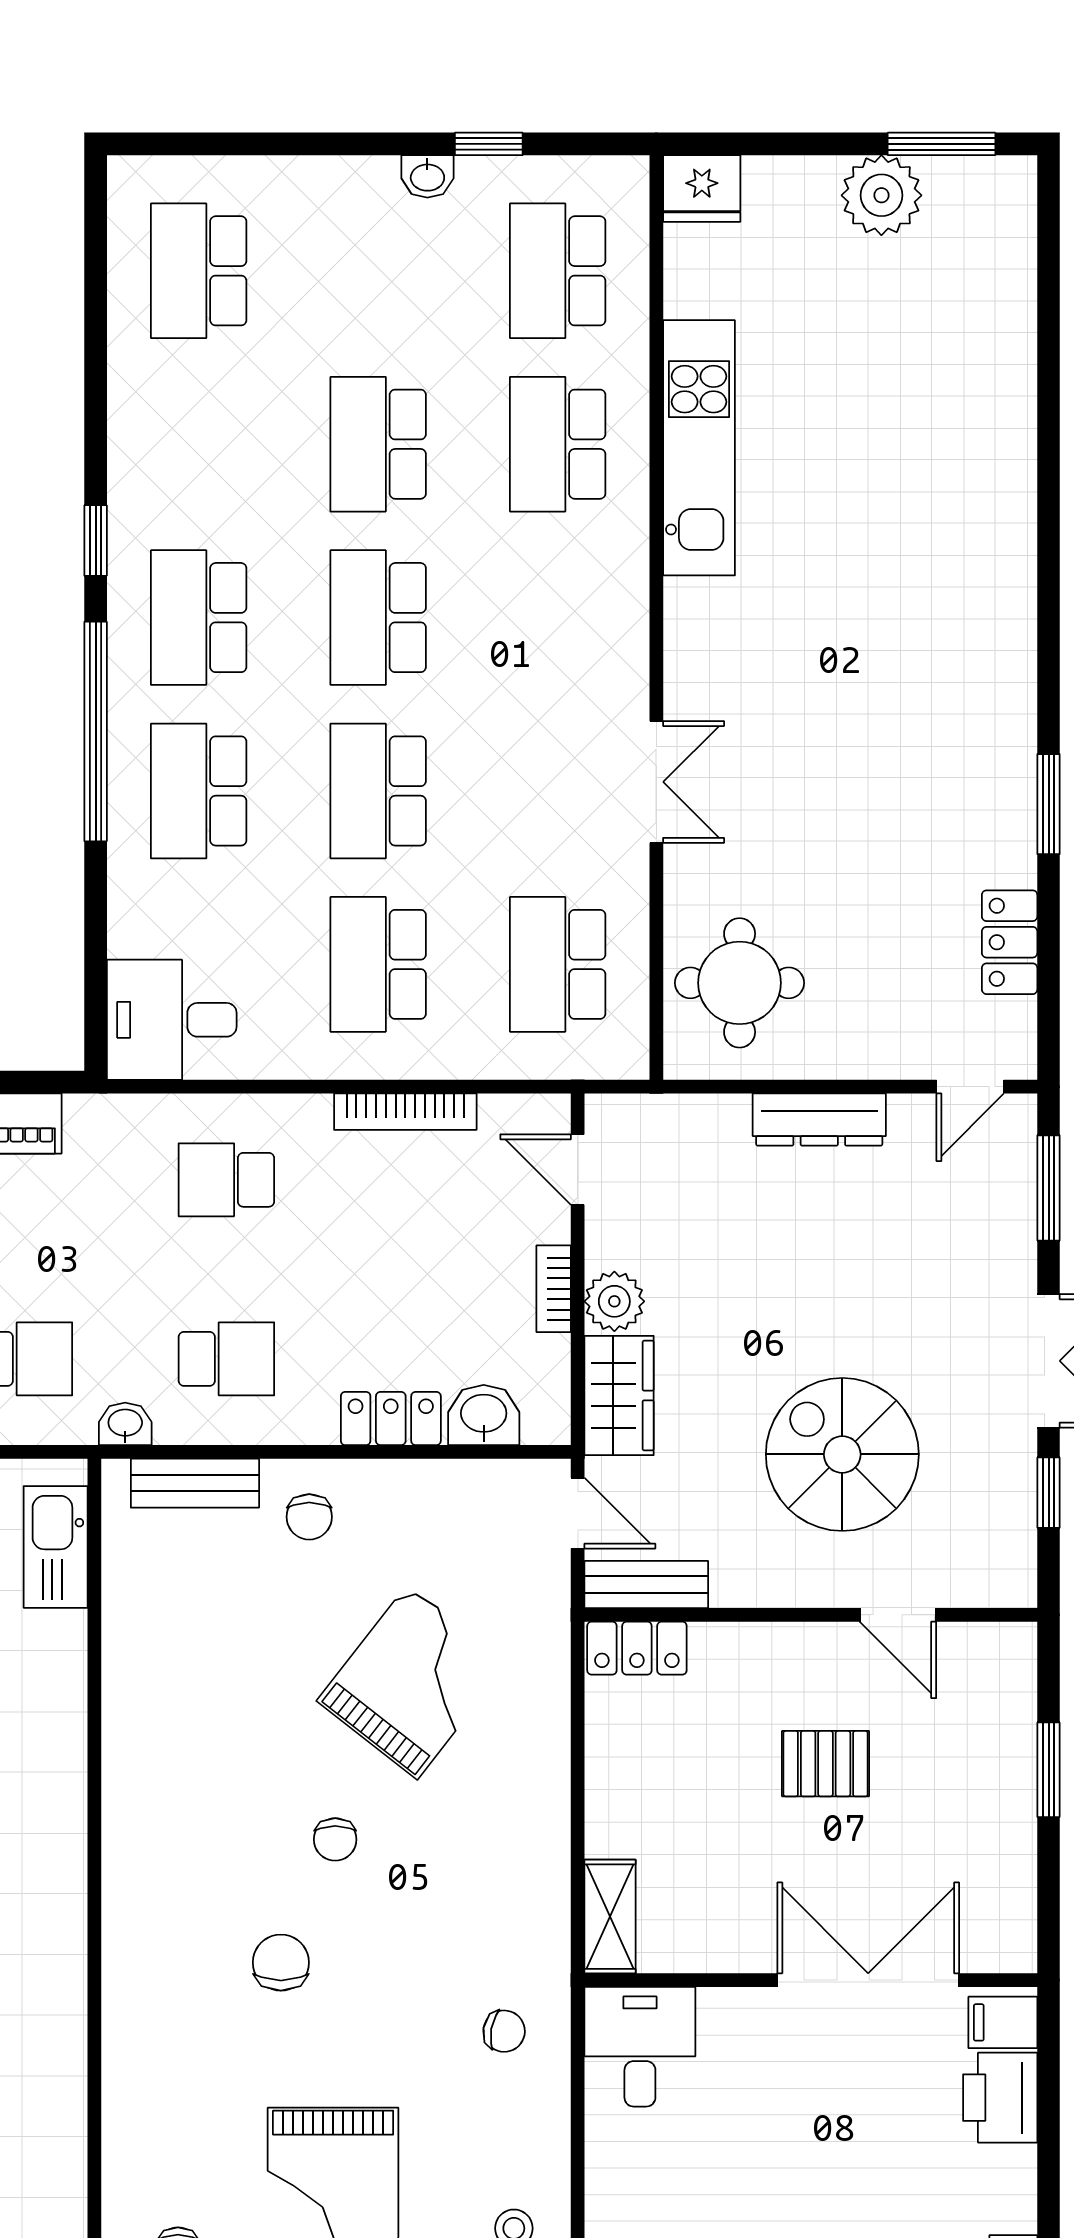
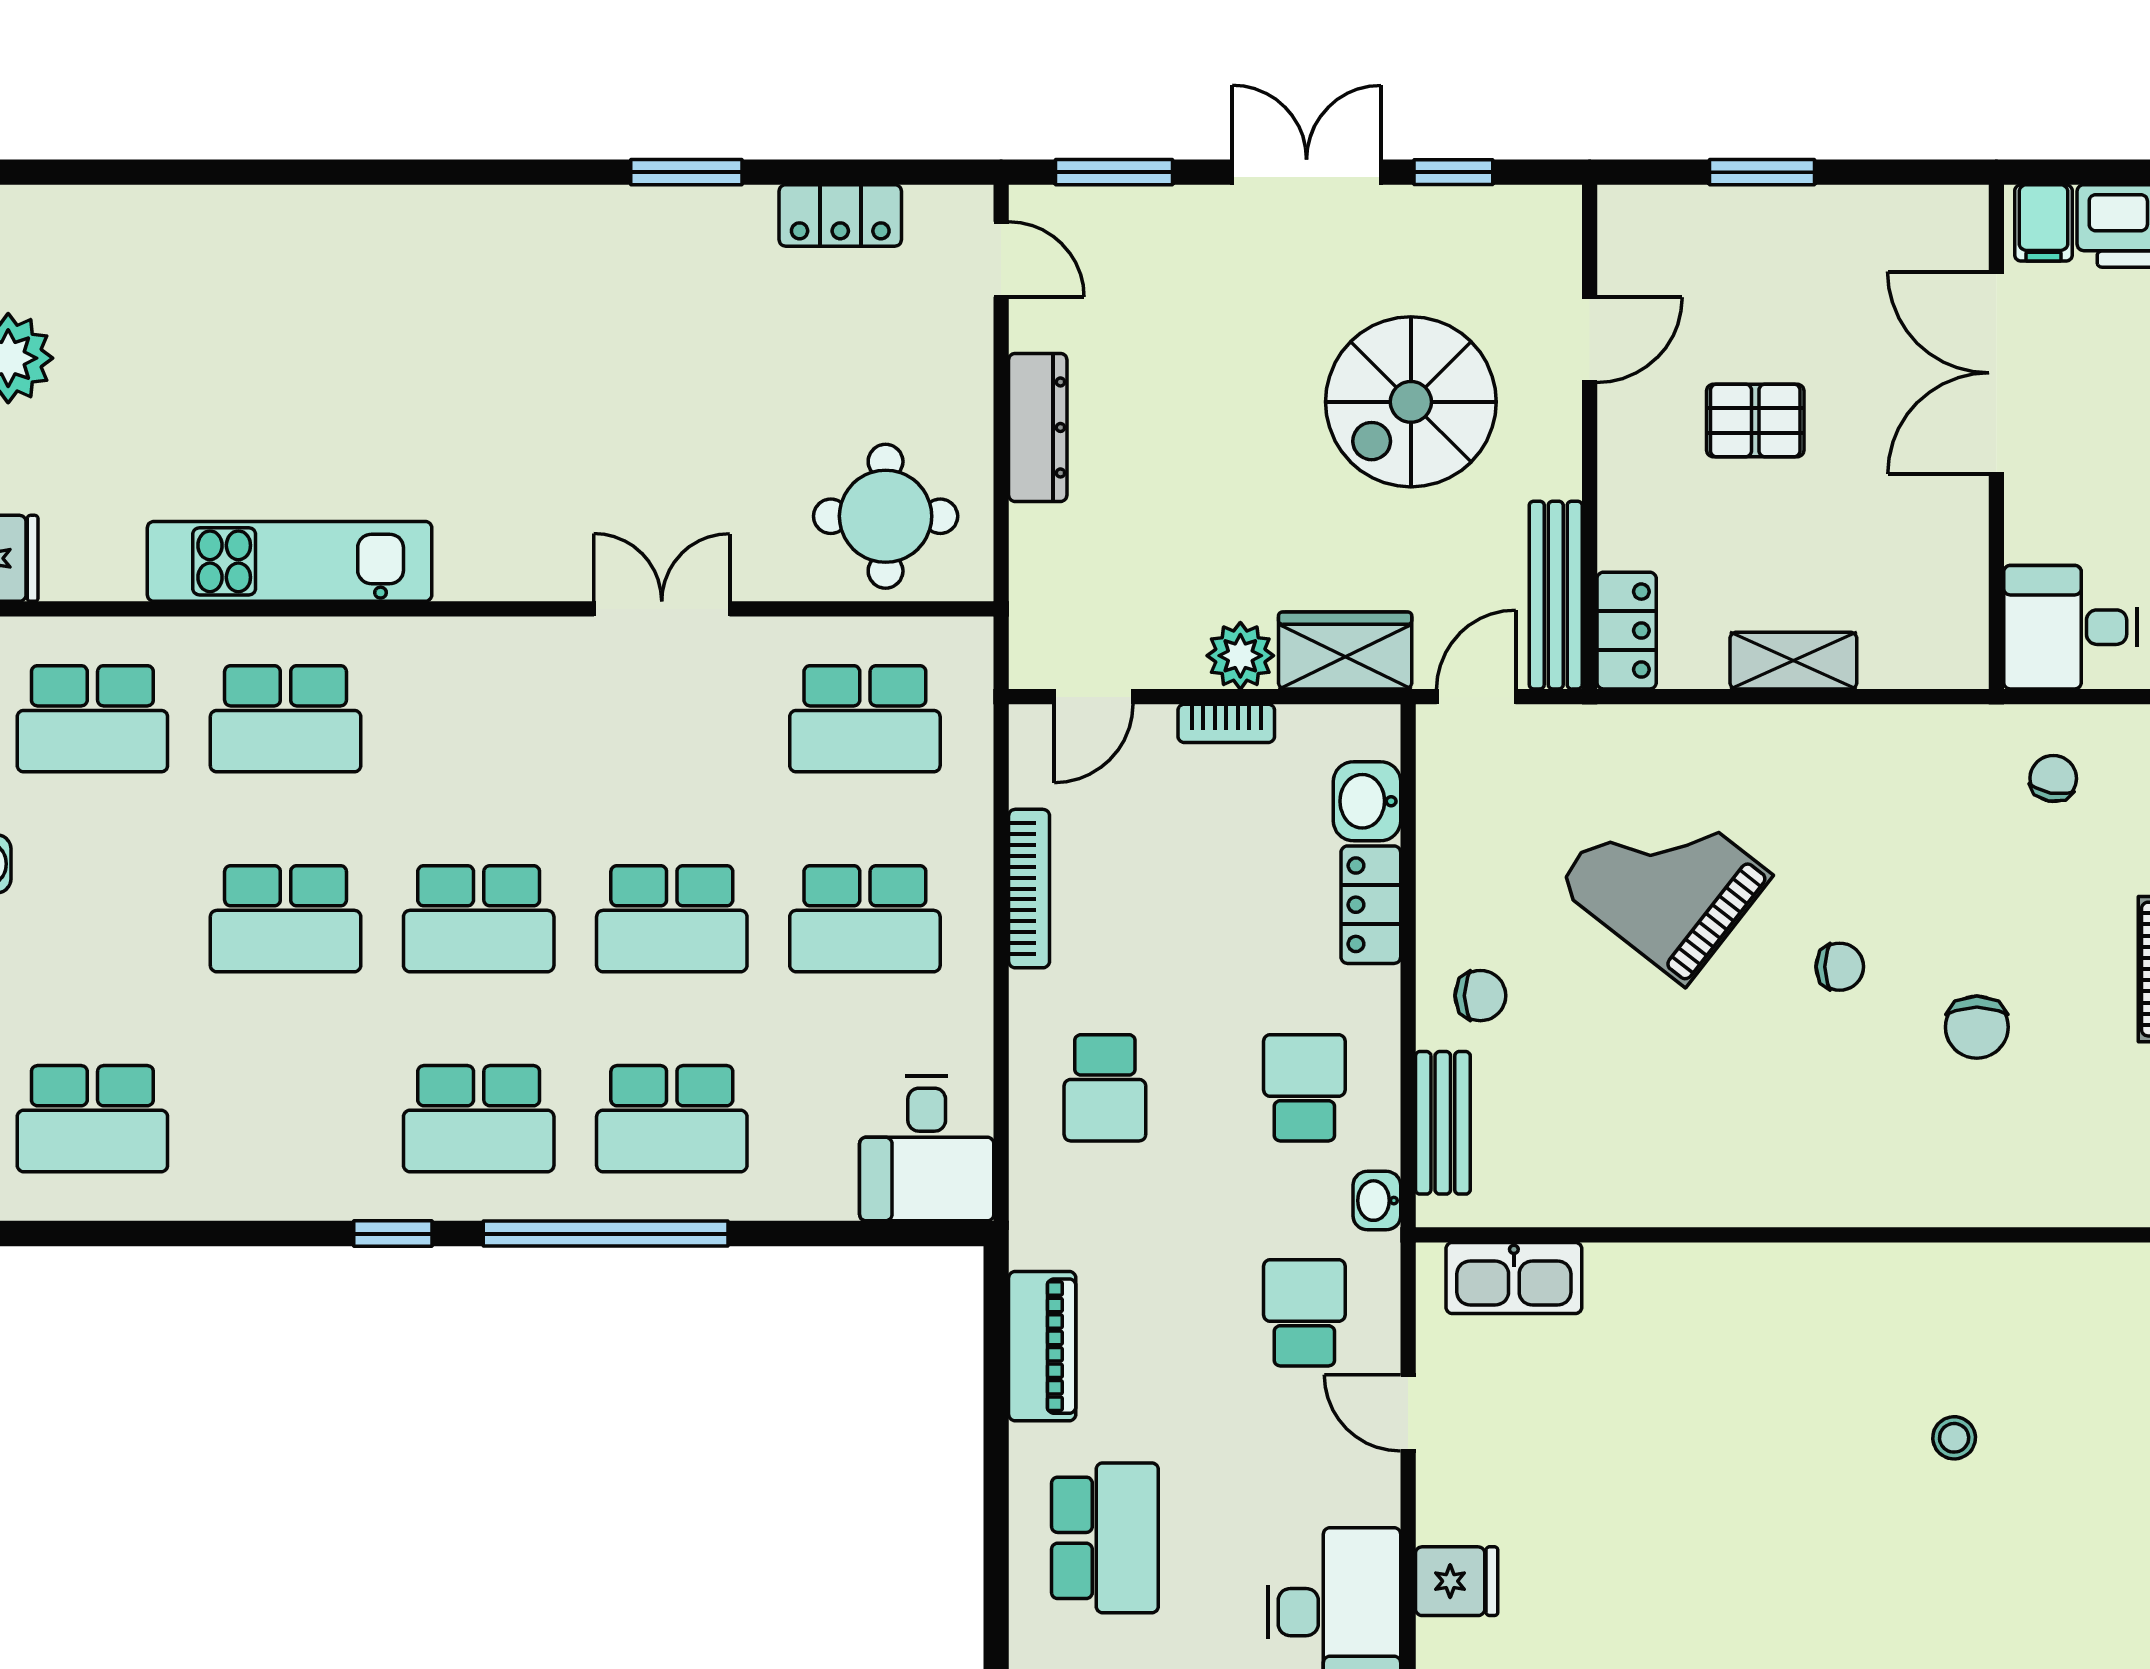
bench: (646, 1585) -> (1556, 595), width x1.36
pallet: (826, 1764) -> (1755, 420), turned 90
shelving: (610, 1917) -> (1793, 661), moved
chair: (281, 1963) -> (1977, 1027), turned -90

